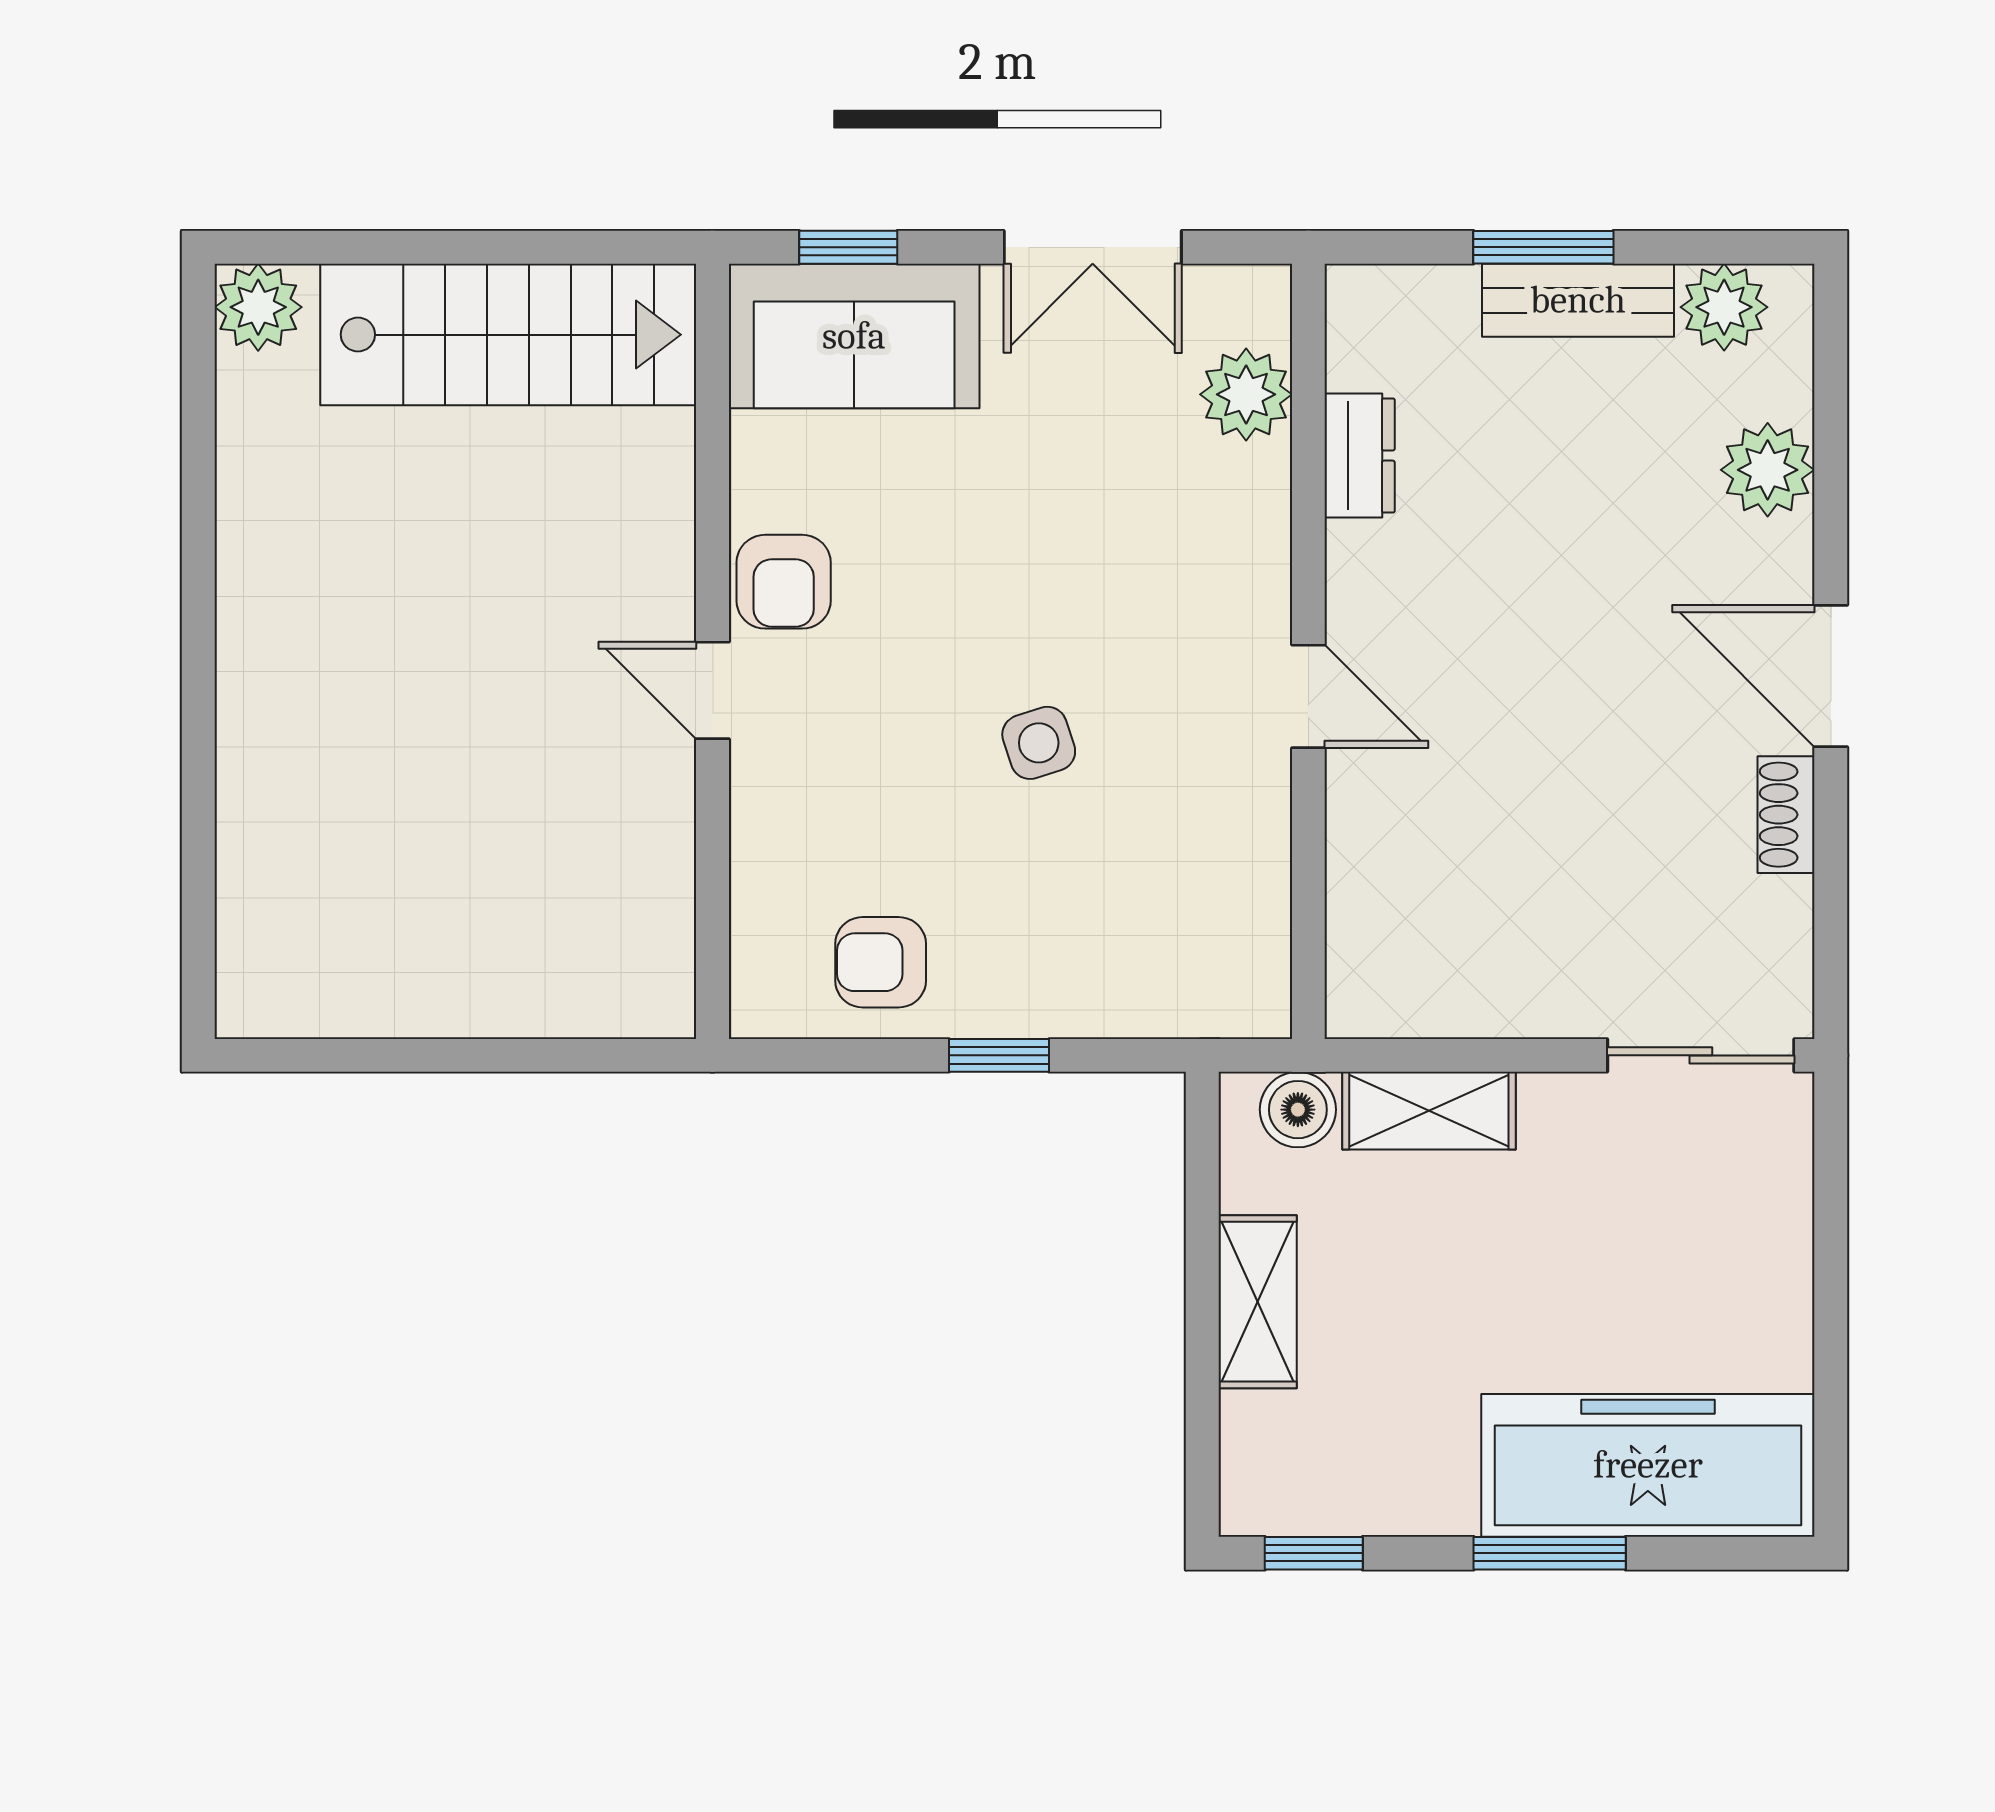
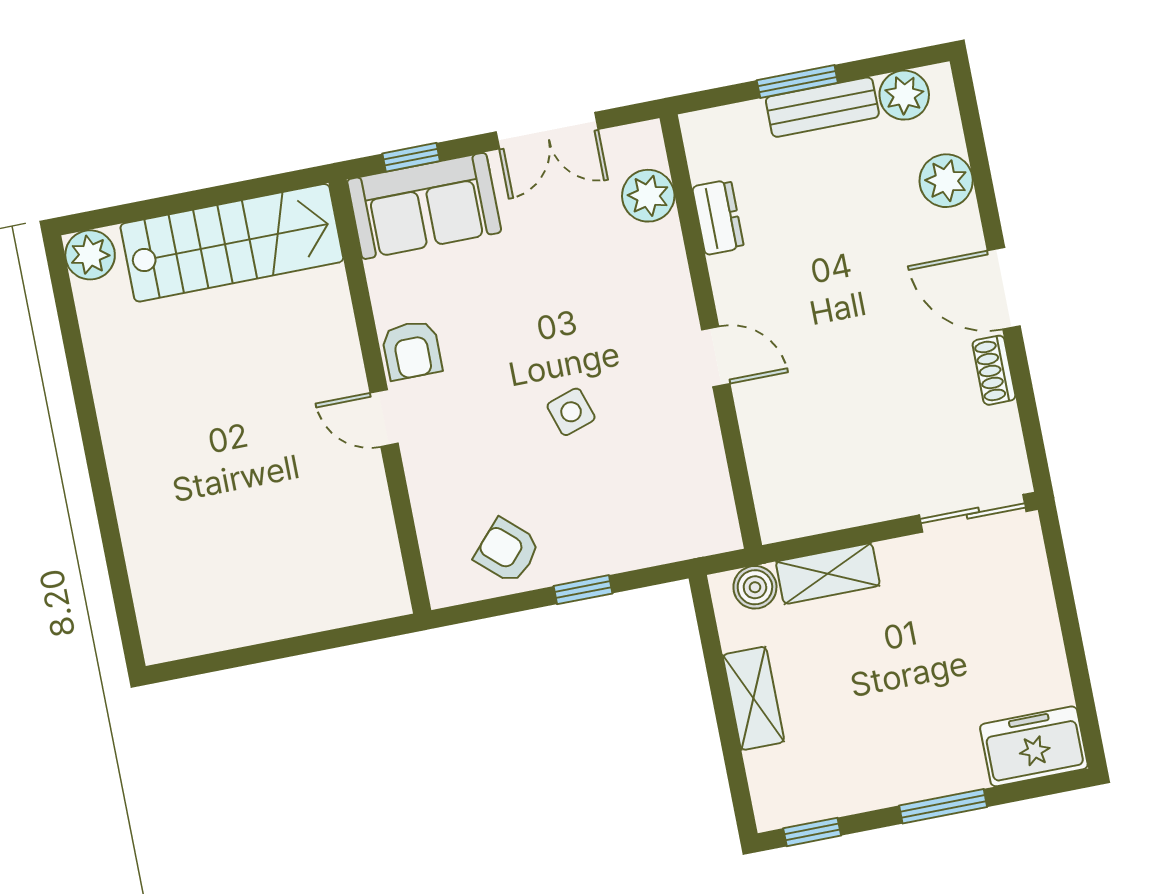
armchair: (881, 962) -> (507, 551), turned 42
freezer: (1648, 1465) -> (1034, 746), width x0.52, depth x0.79

